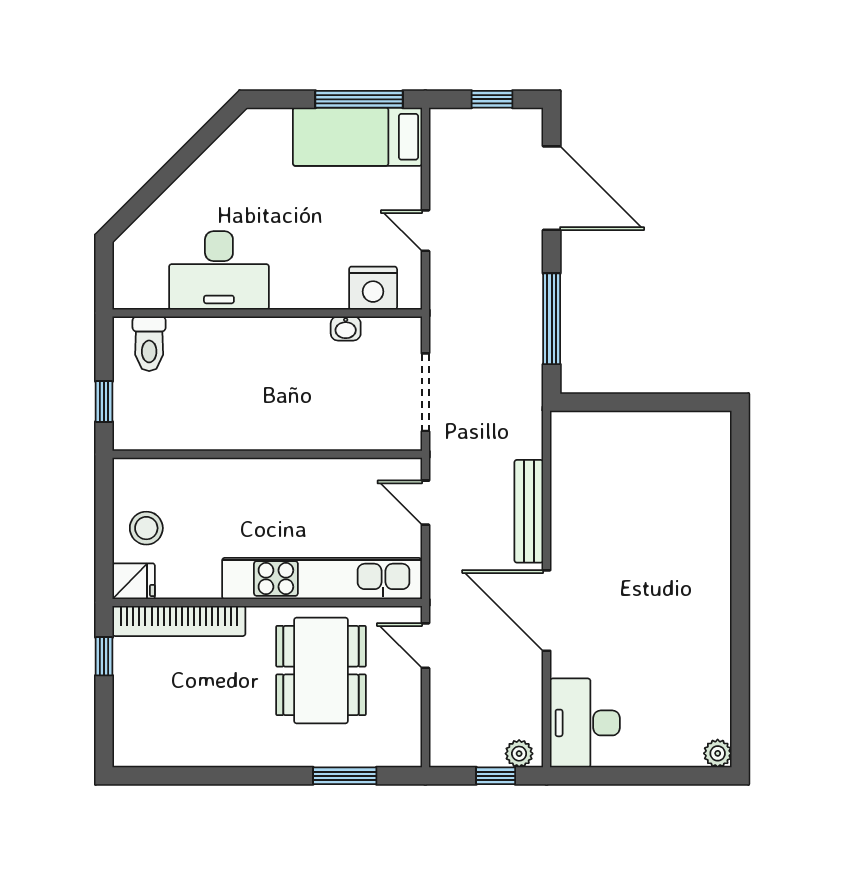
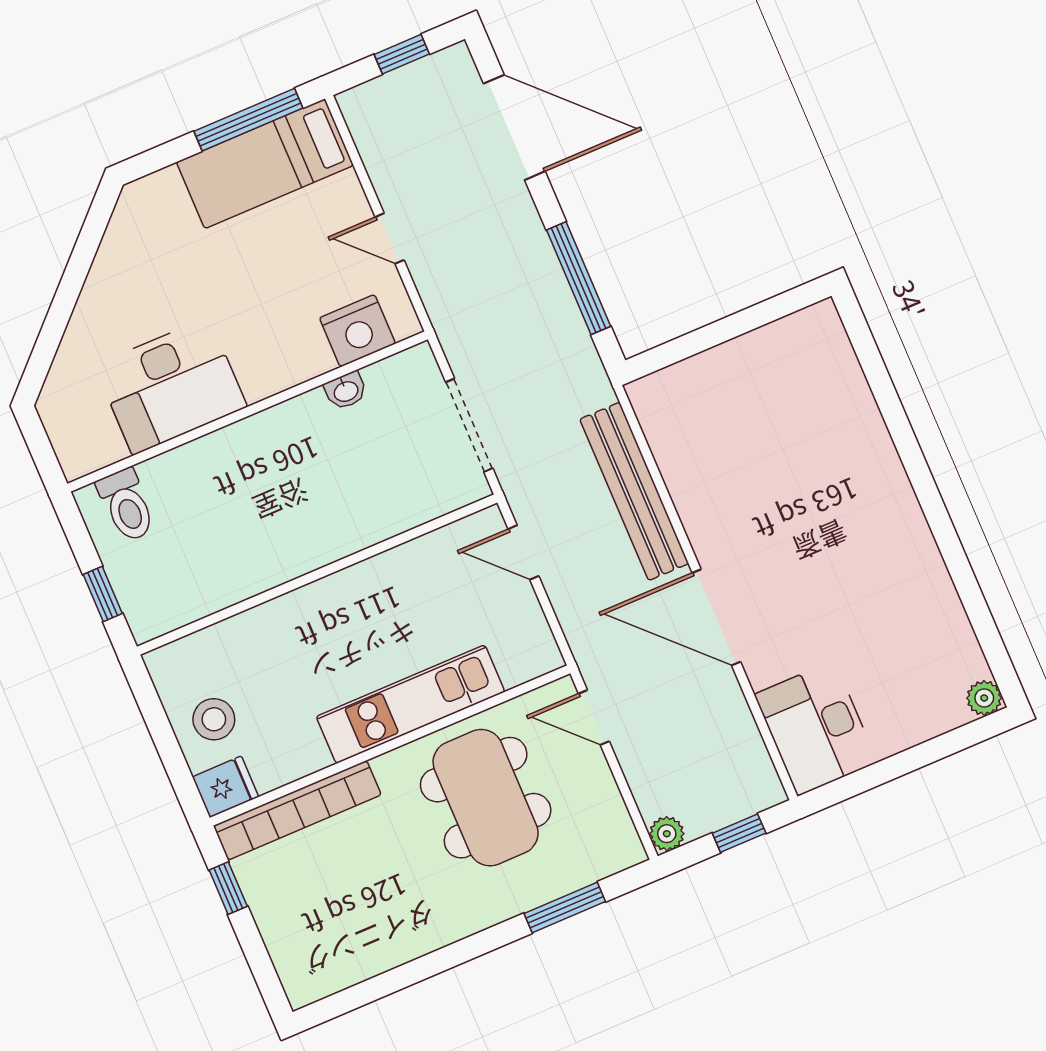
bench: (529, 511) -> (634, 491), width x1.37, depth x1.21
kitchen unit: (322, 578) -> (410, 704), width x0.73
plant: (519, 754) -> (667, 834), moved

